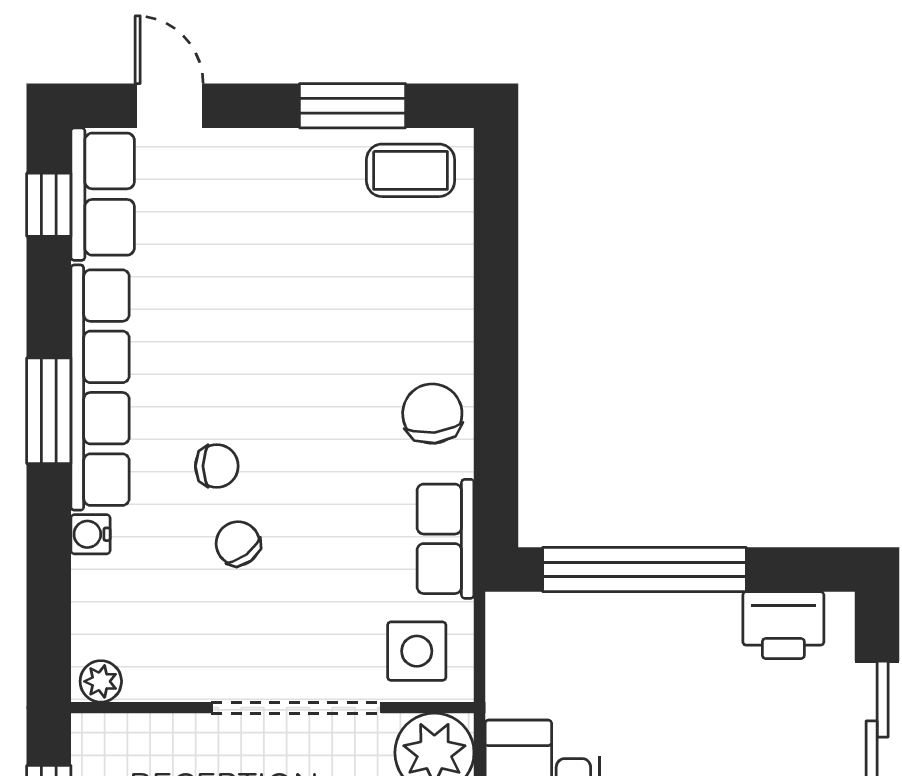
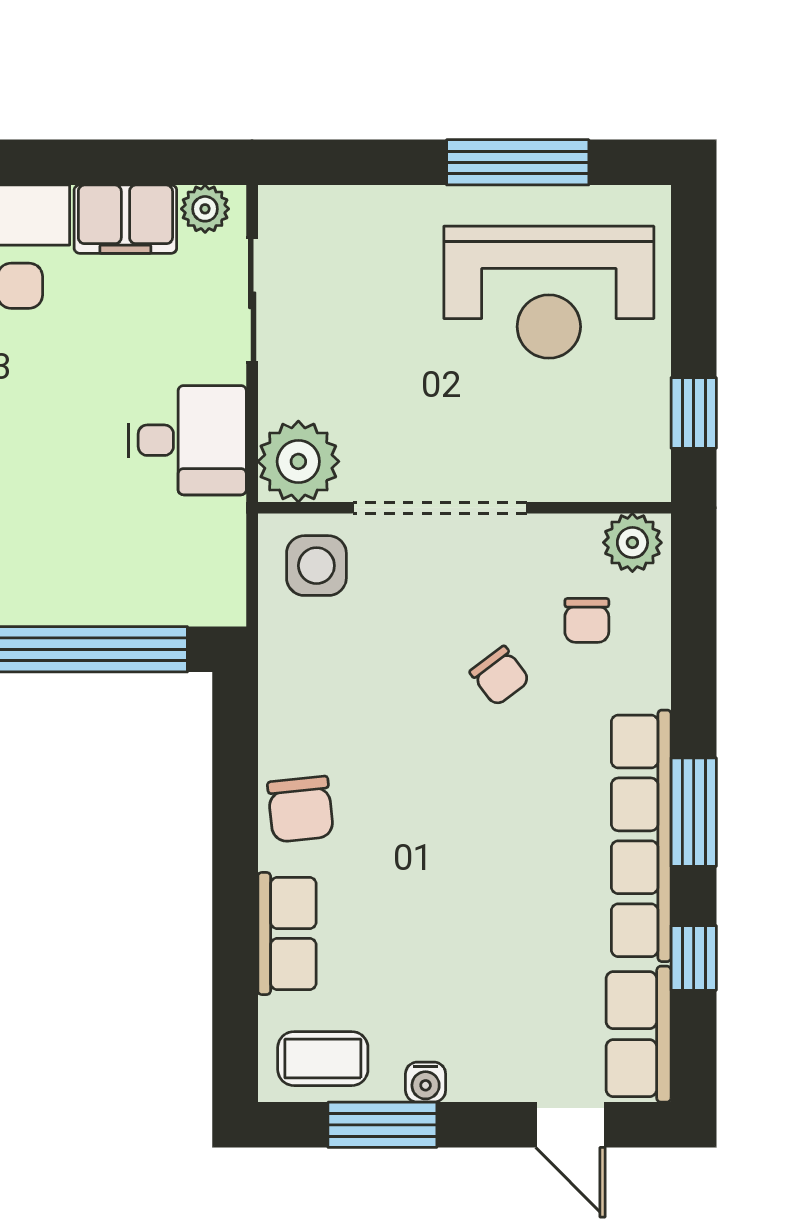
window: (49, 205) -> (694, 958), moved
chair: (217, 466) -> (587, 620), moved, turned -90
water cooler: (90, 534) -> (426, 1082), moved, turned 90
row of seats: (446, 539) -> (287, 934), moved
plant: (101, 681) -> (632, 543), width x1.38, depth x1.38

